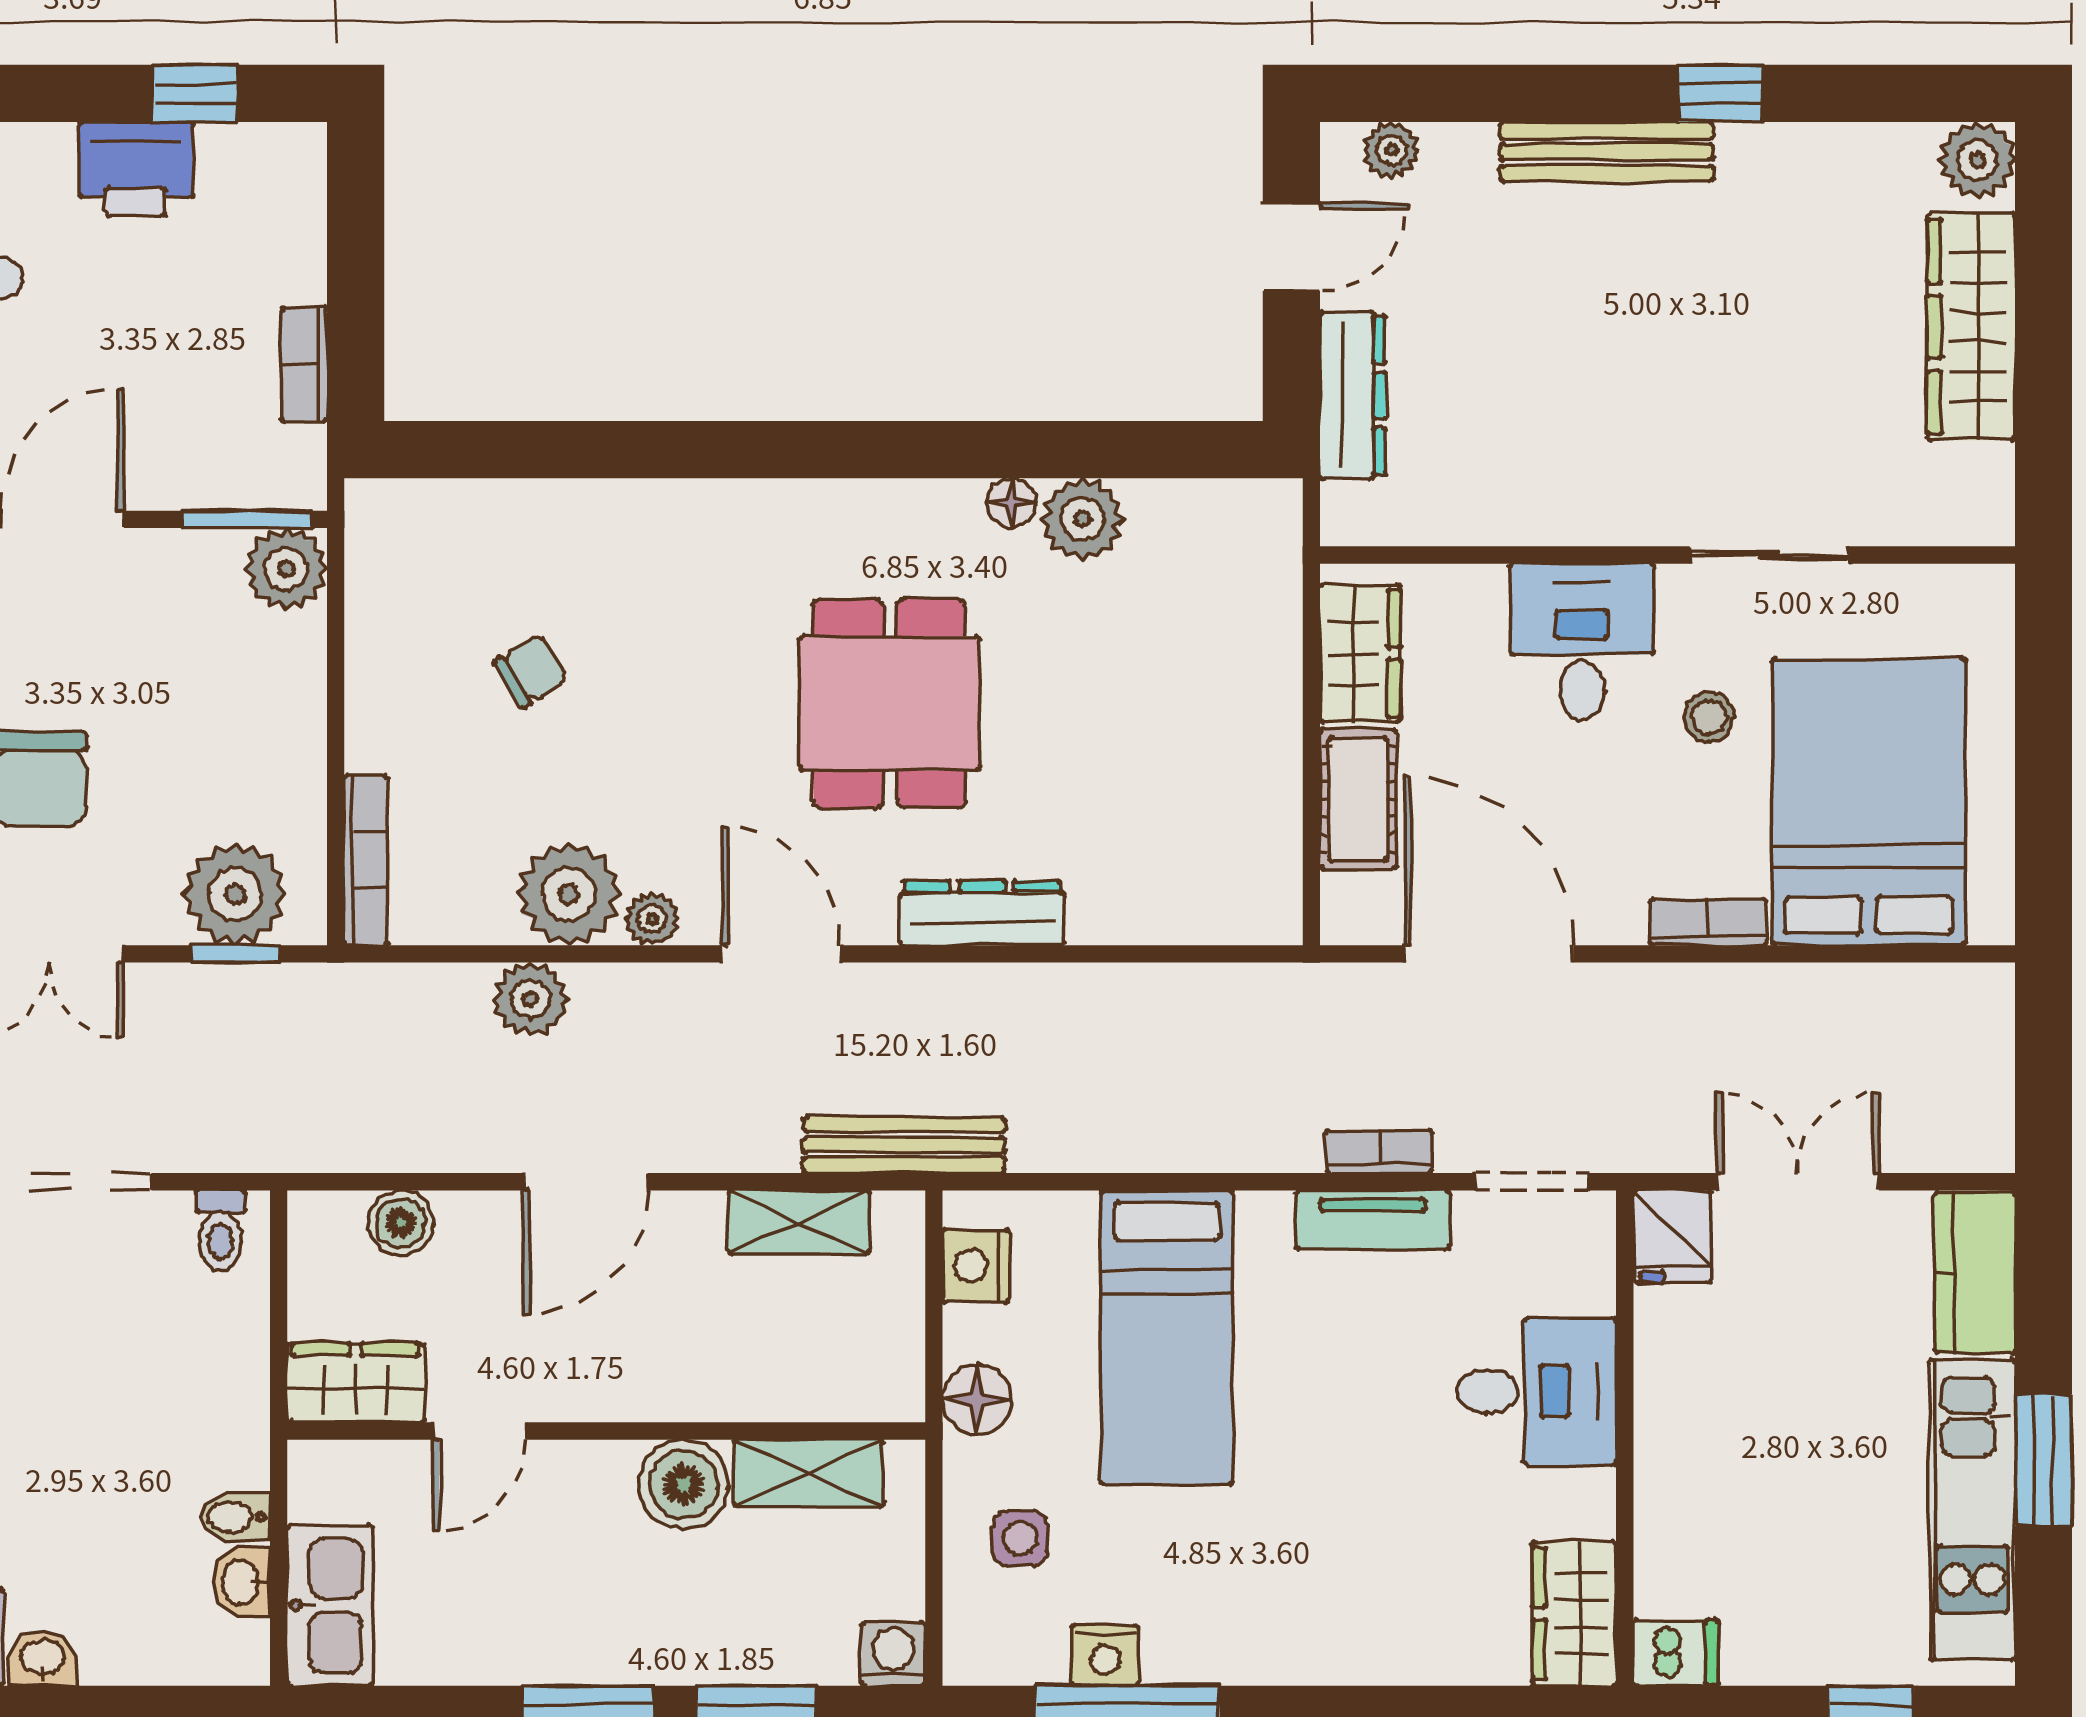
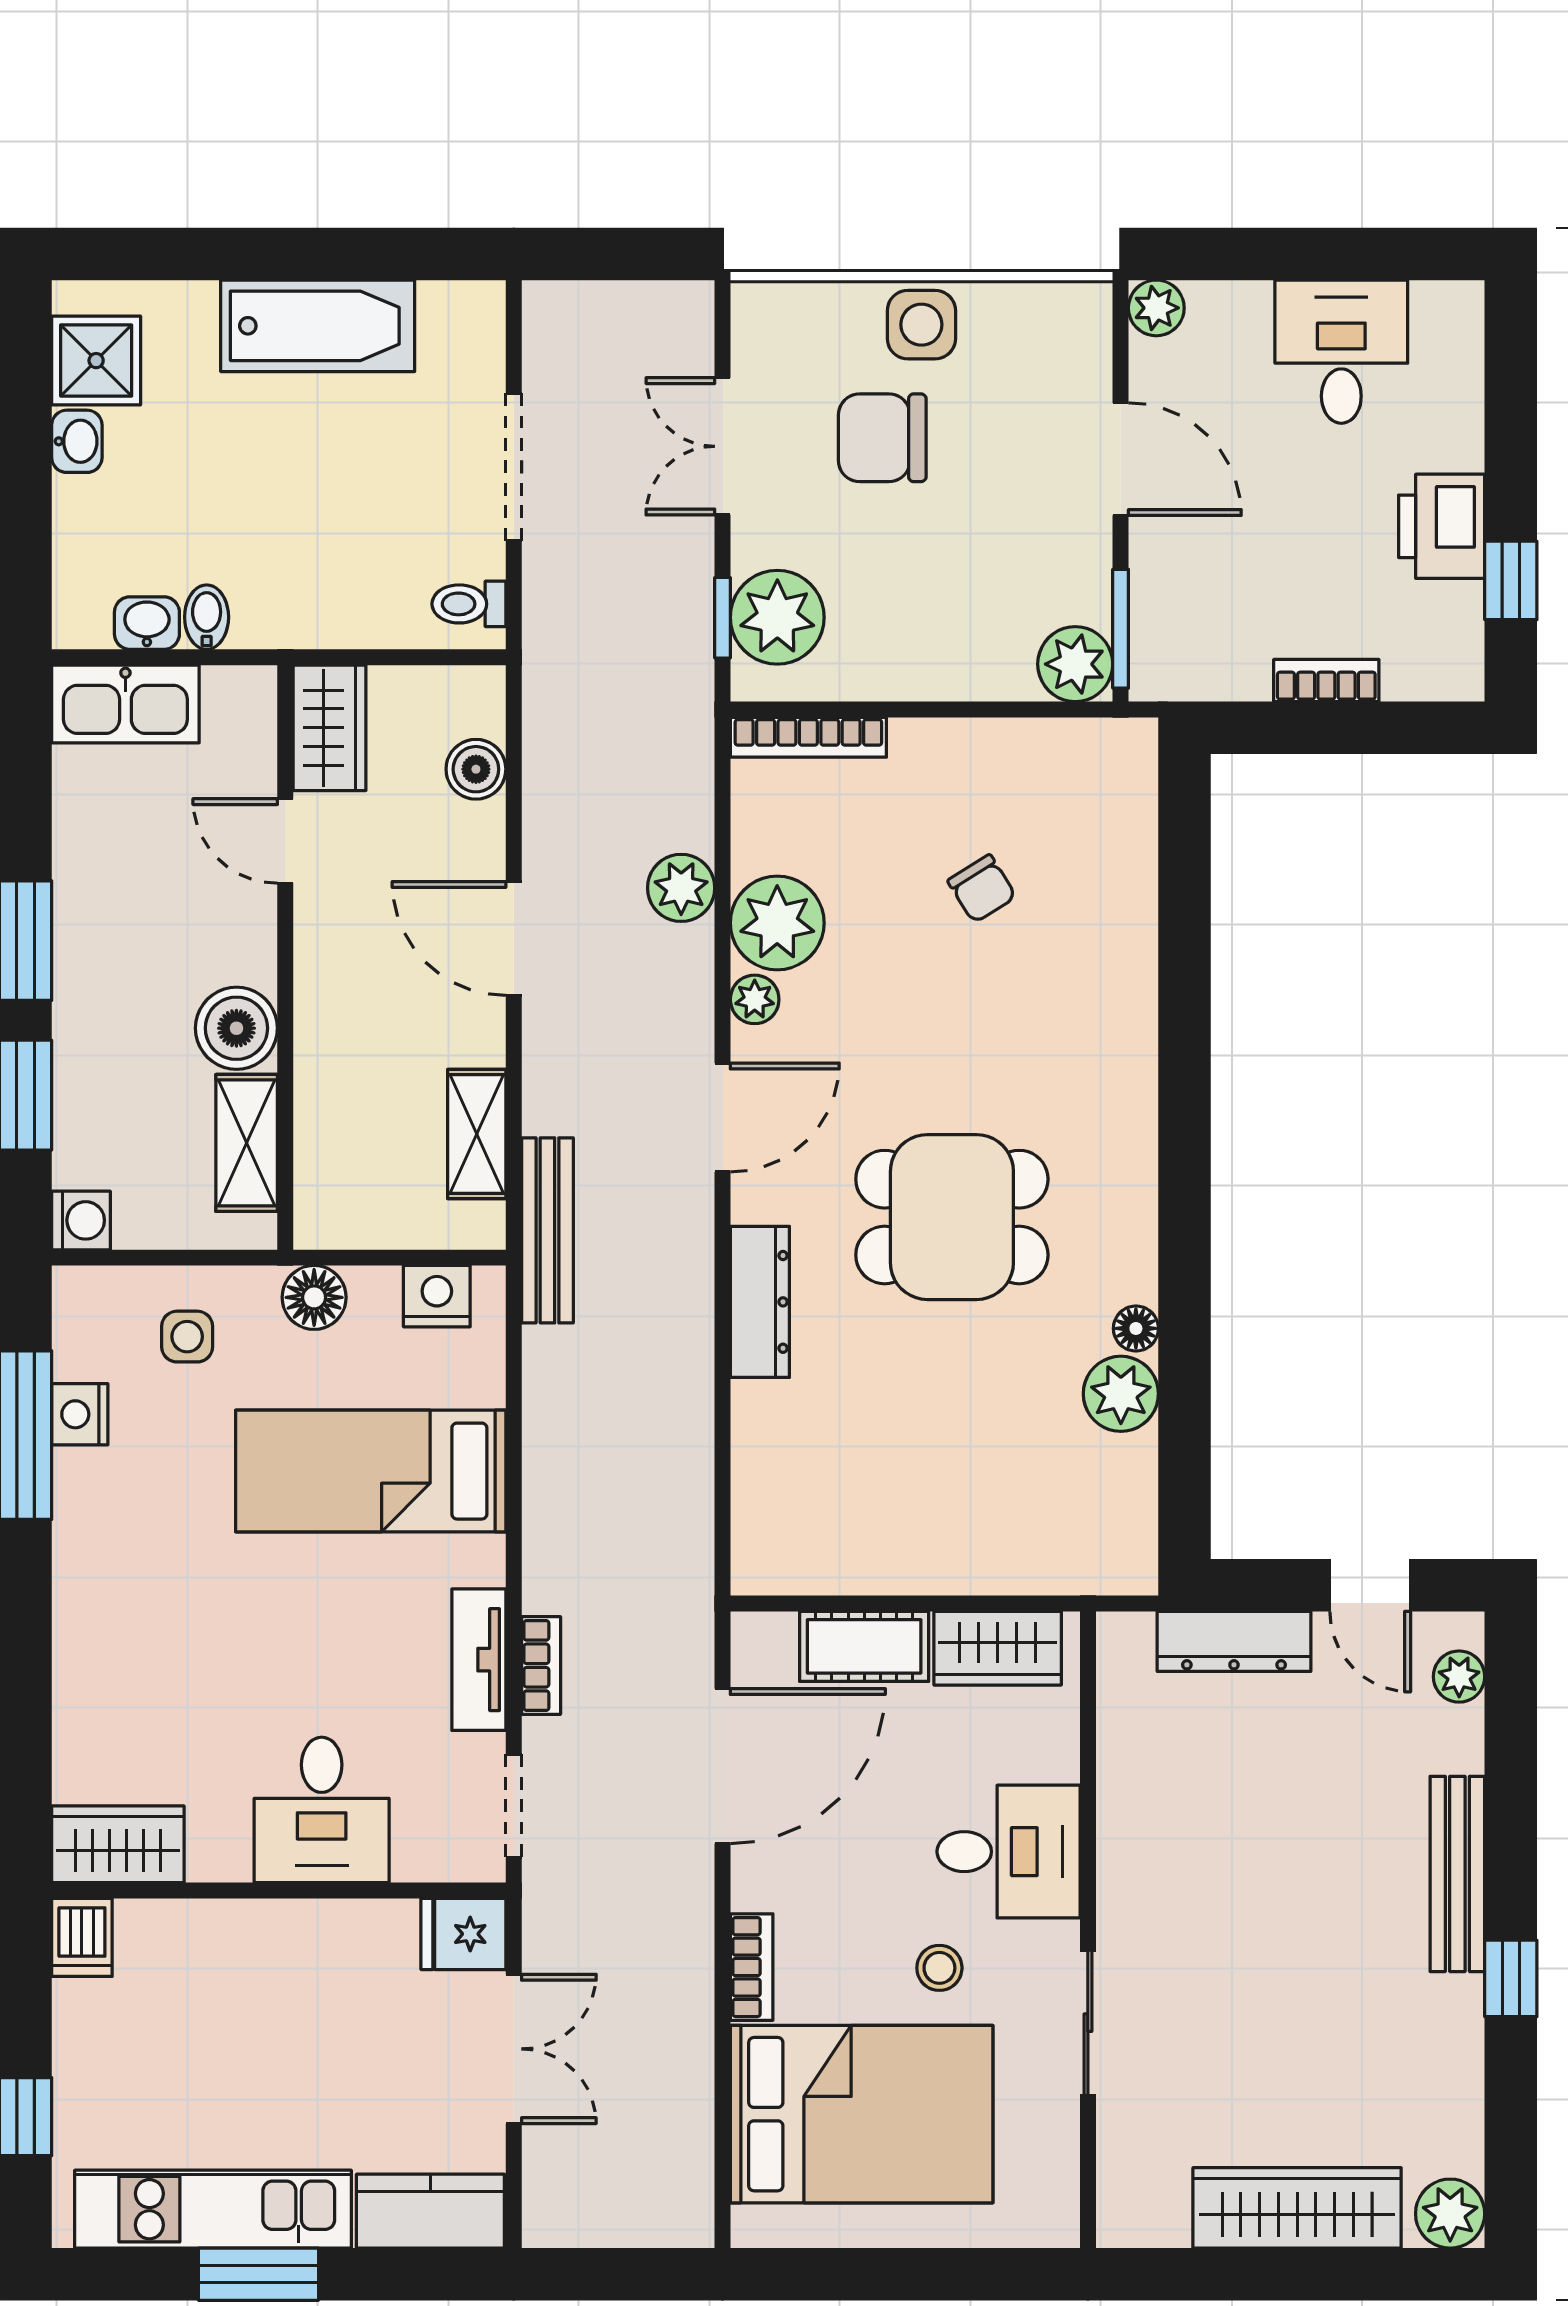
bookcase: (304, 364) -> (1326, 681), moved

